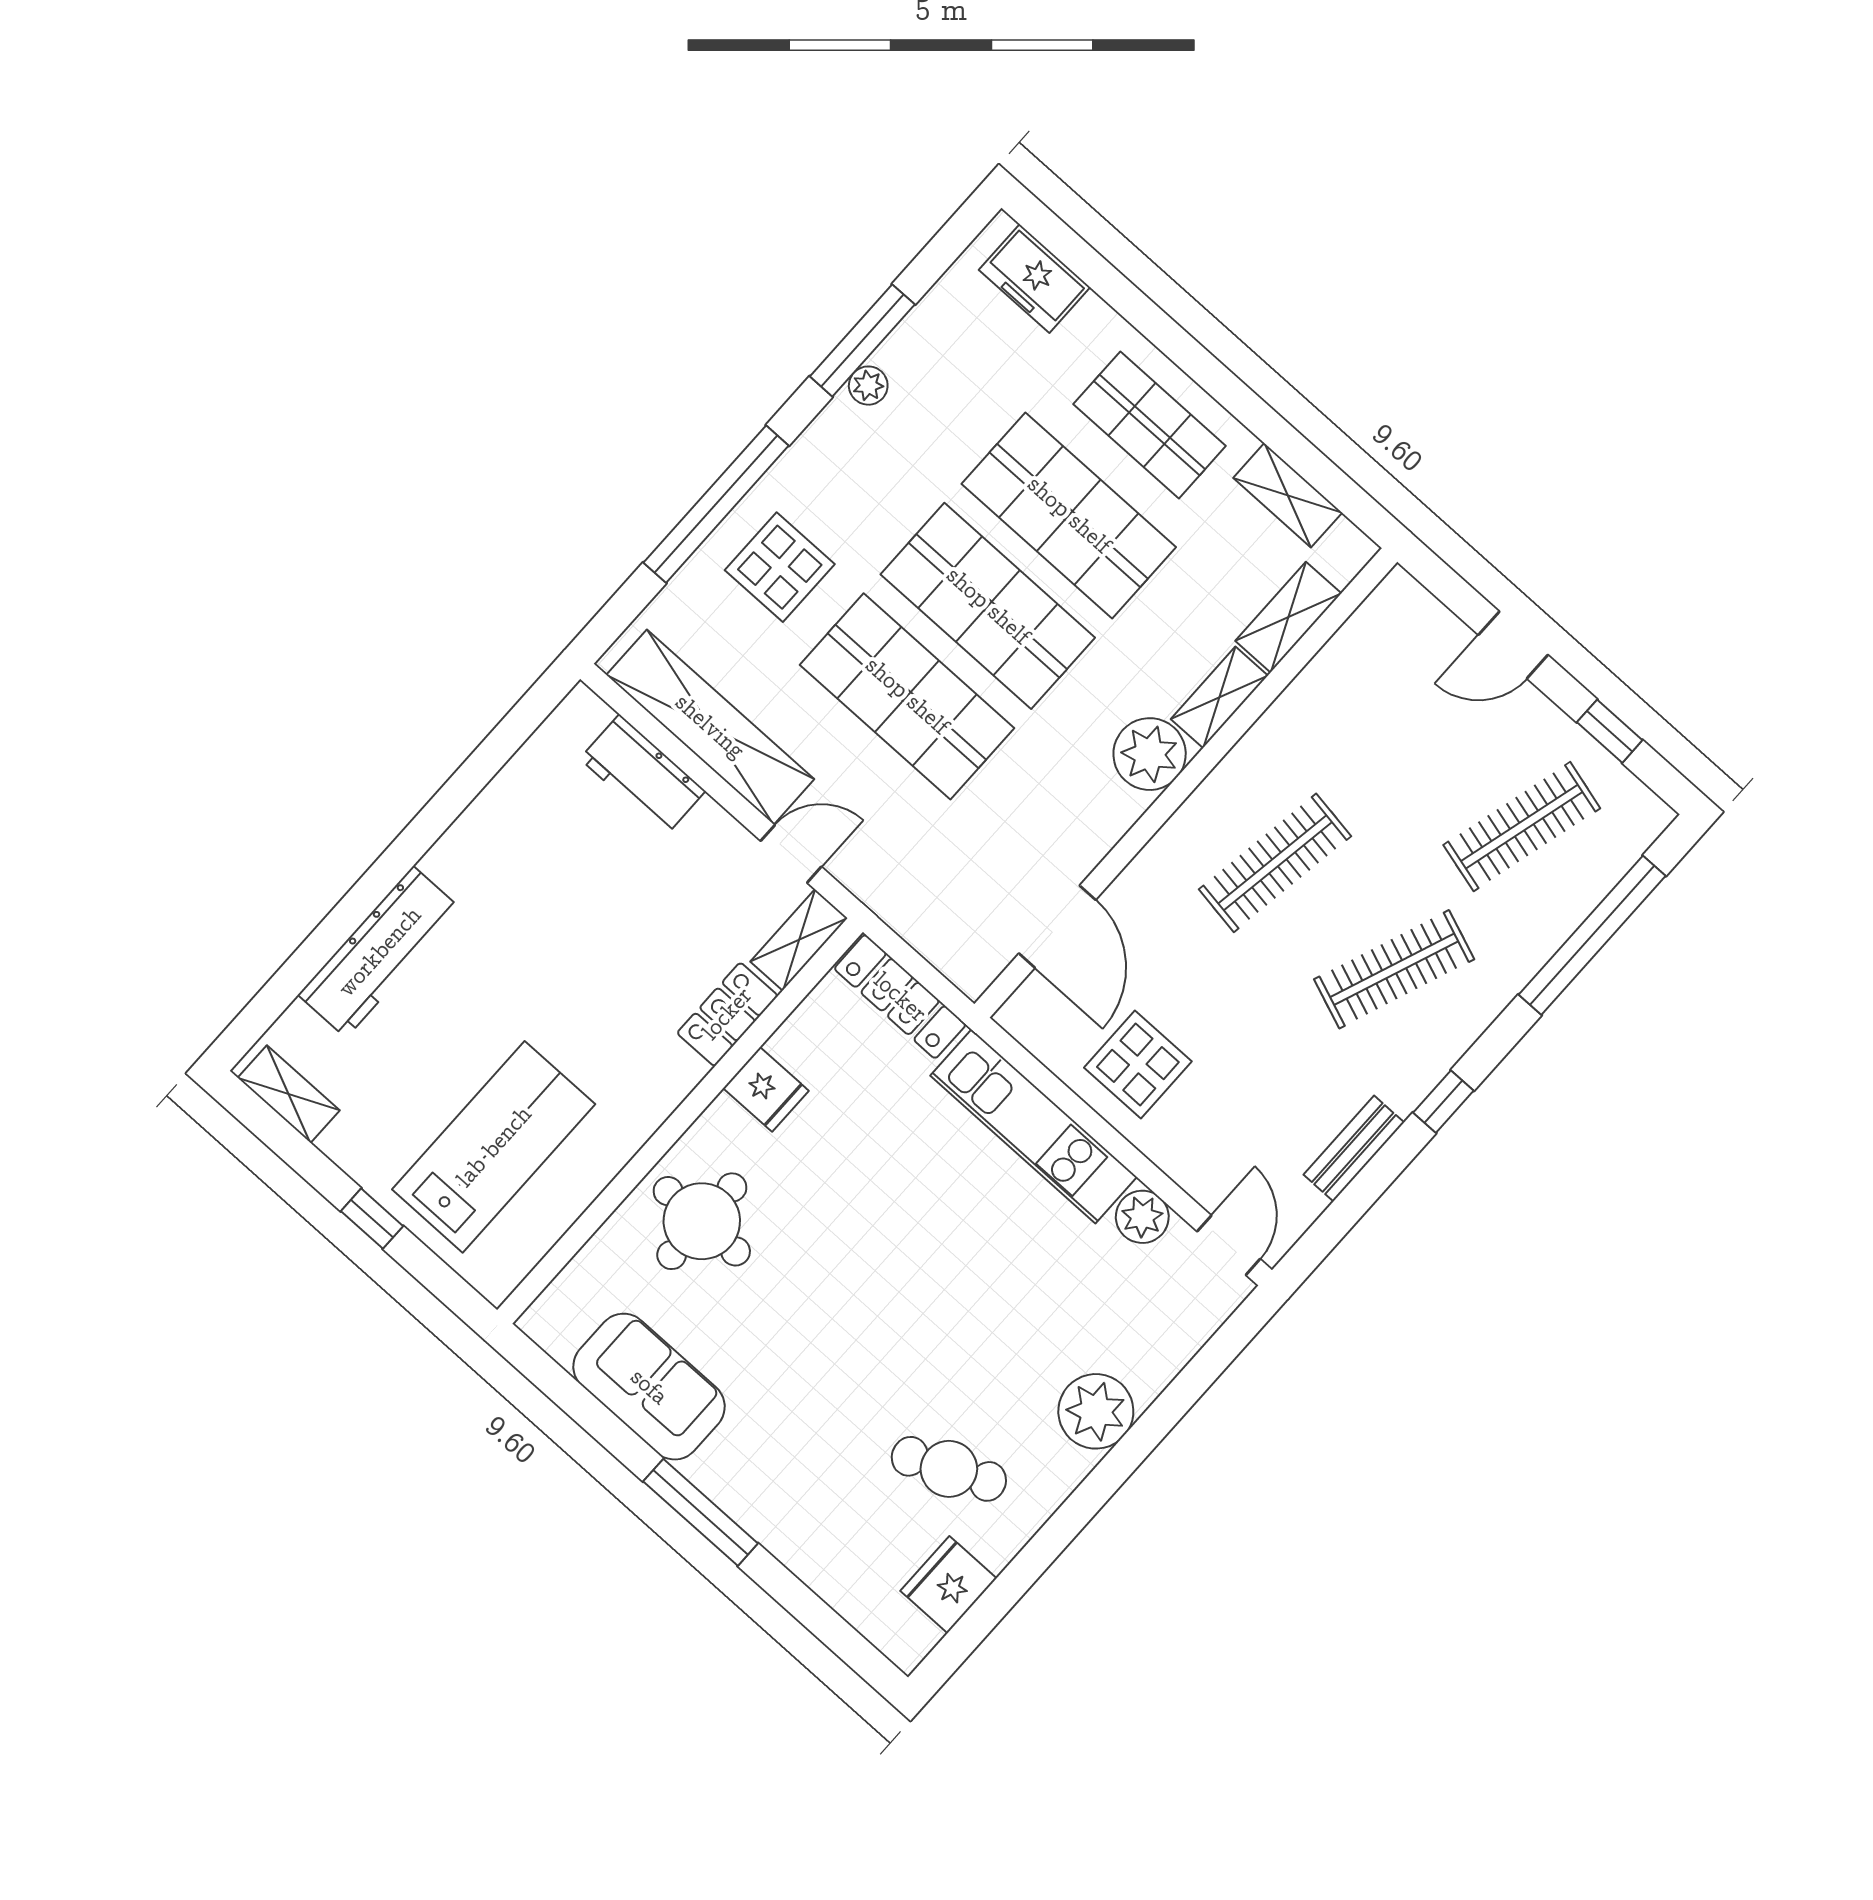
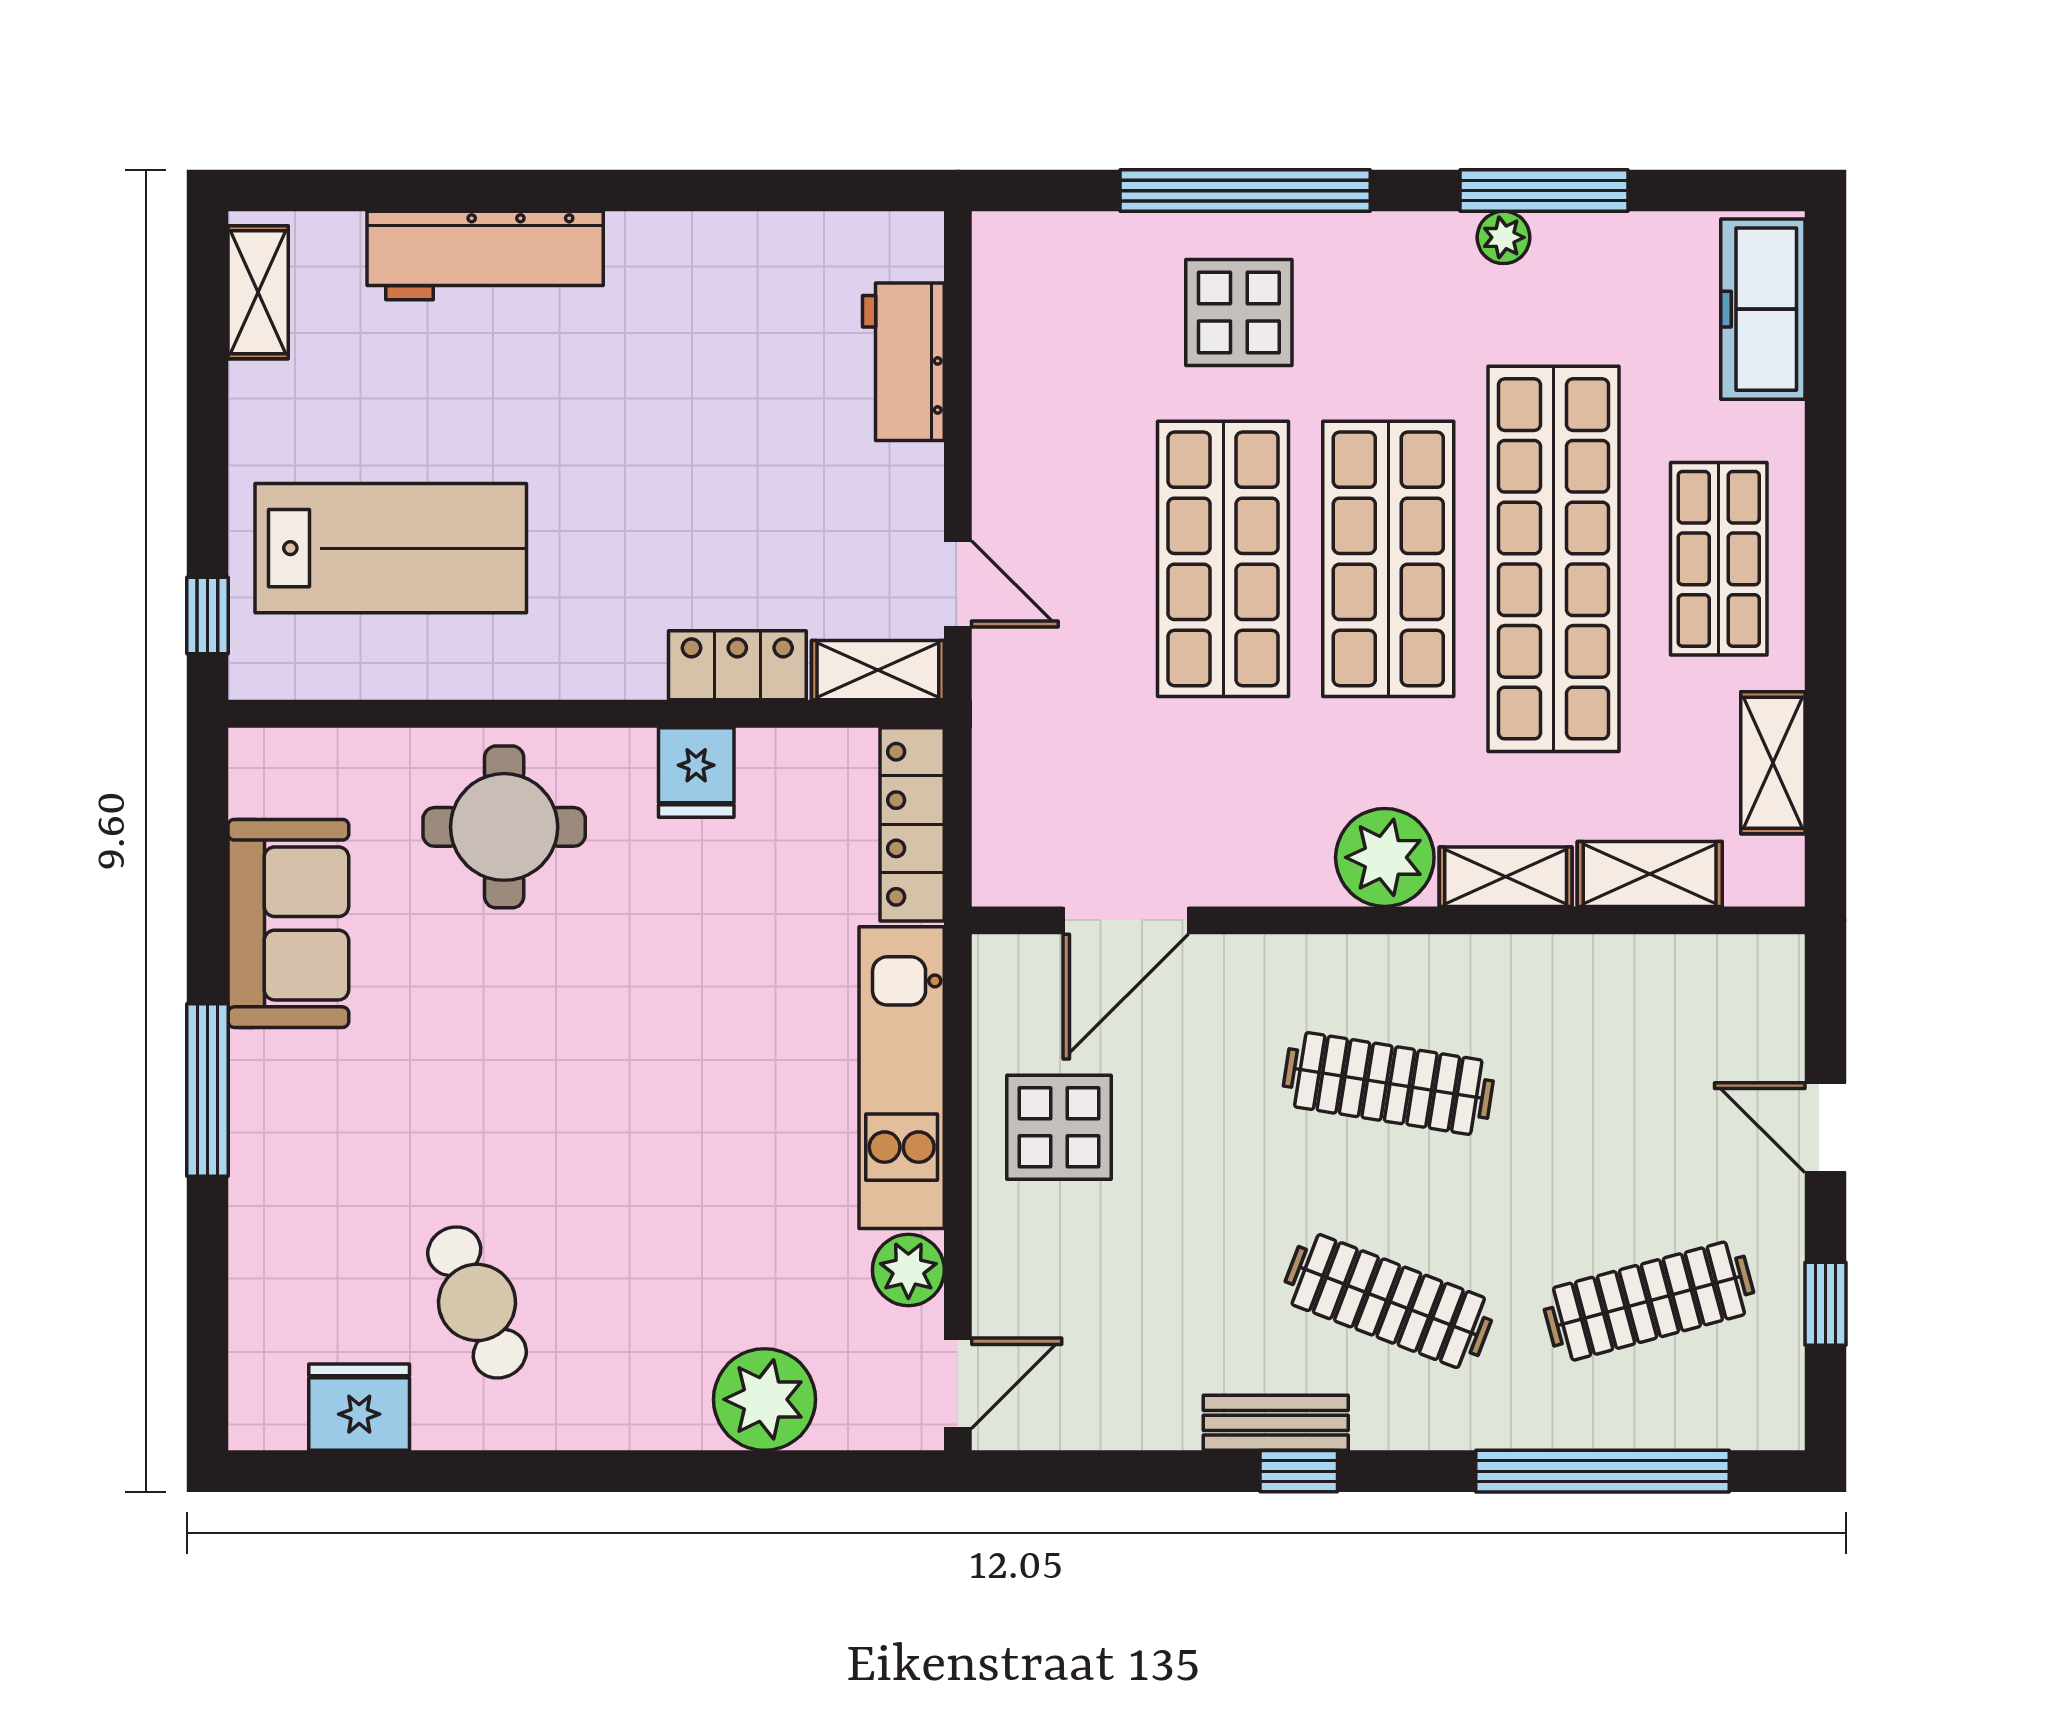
freezer: (1034, 279) -> (1763, 309), width x1.40
shop shelf: (1069, 515) -> (1554, 559), width x1.40
shelving: (710, 727) -> (1013, 387), removed
clothes rail: (1522, 827) -> (1649, 1301), turned -30
bench: (1354, 1149) -> (1276, 1423), moved
window: (372, 1219) -> (208, 615), moved
plant: (1096, 1411) -> (764, 1399), moved

